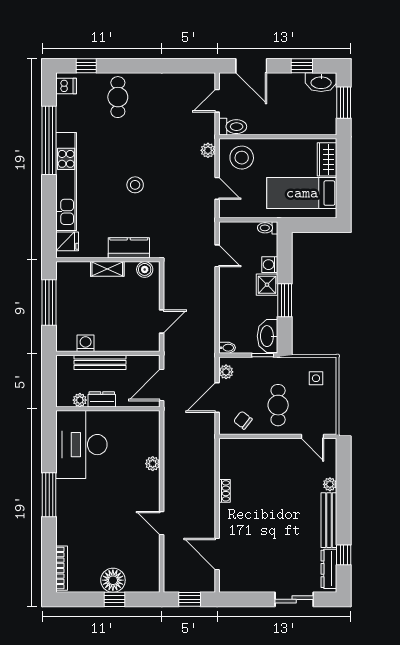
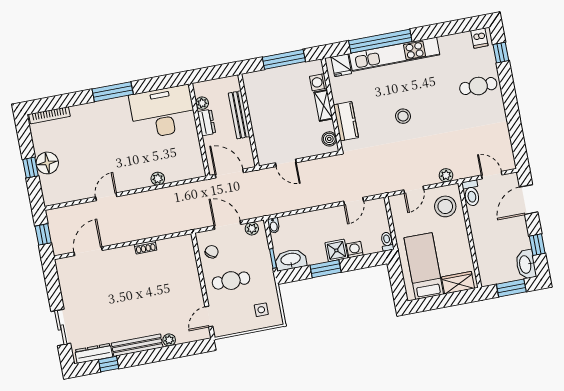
window: (49, 140) -> (380, 41), moved
washing machine: (86, 343) -> (318, 82), moved, turned 180

